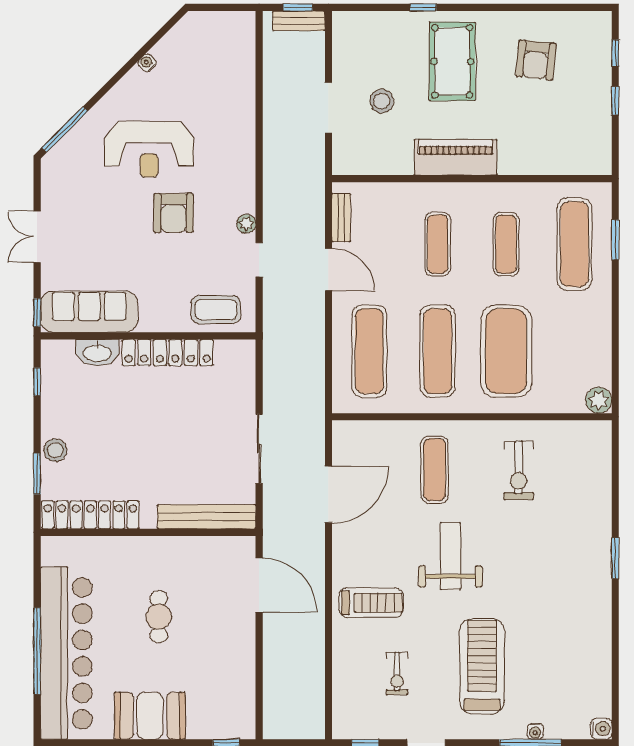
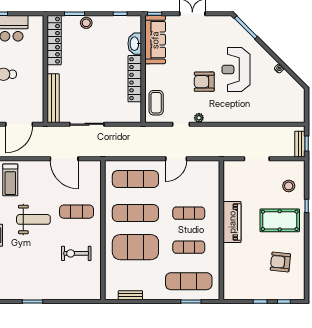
stool: (382, 101) -> (289, 186), moved
bench: (341, 218) -> (130, 295), moved
plant: (599, 400) -> (111, 293), removed

